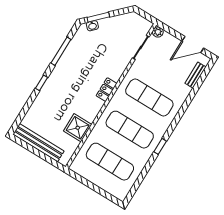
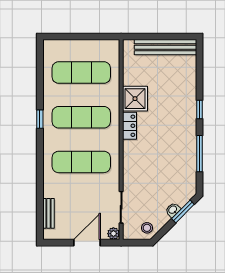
stool: (131, 21) -> (147, 228), added
washbasin: (92, 26) -> (173, 210), moved
door: (193, 44) -> (87, 243), moved
locker: (107, 90) -> (129, 126), moved
shower: (78, 128) -> (135, 99), moved

